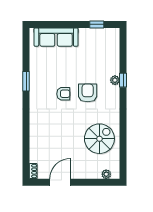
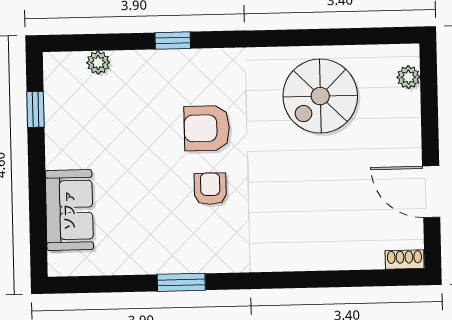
sofa: (56, 37) -> (69, 210), width x0.73
plant: (115, 80) -> (98, 63), moved
spiral stairs: (99, 139) -> (320, 96), turned -90

